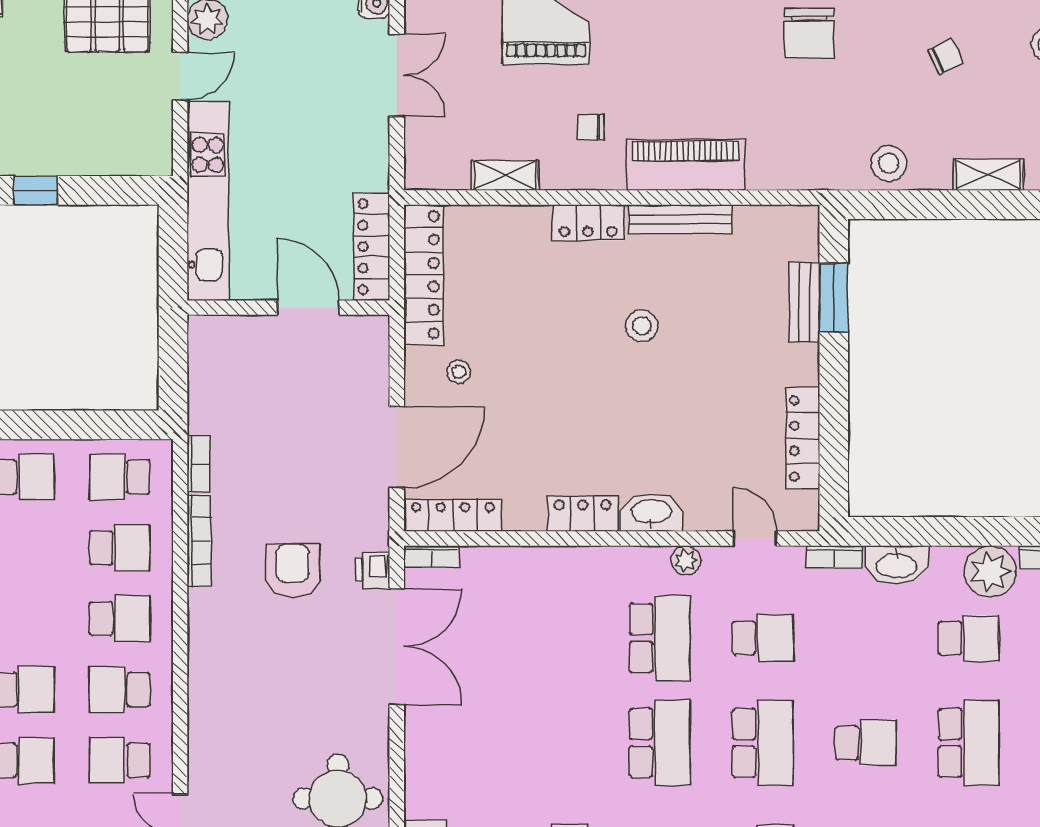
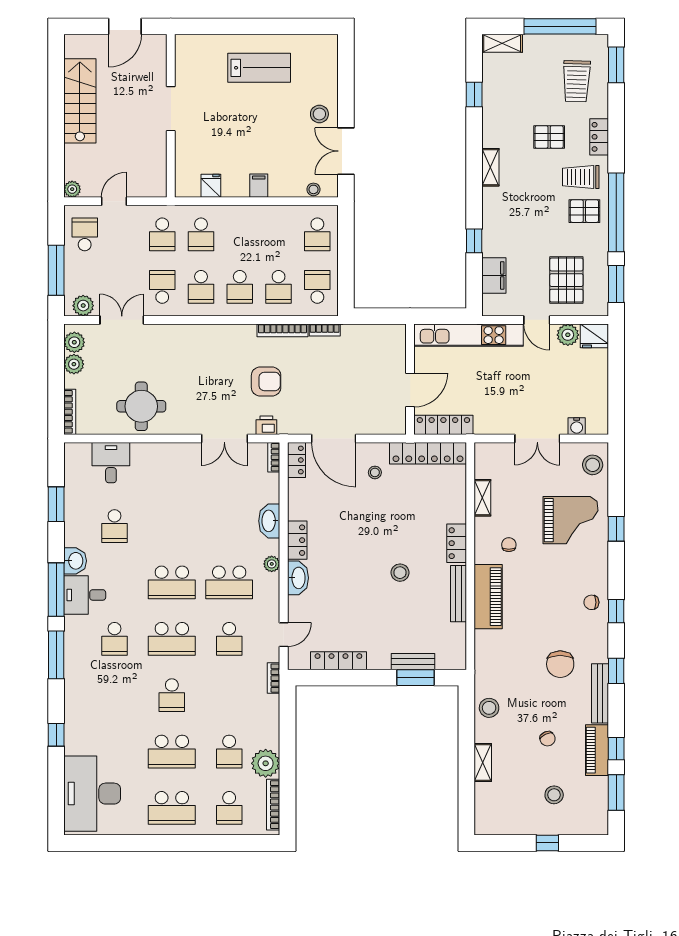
chair: (809, 33) -> (560, 664), turned -90
filing cabinet: (99, 154) -> (494, 275), added
locker: (453, 515) -> (296, 460), width x0.66
plant: (686, 560) -> (272, 564), moved
washbasin: (897, 565) -> (269, 521), moved
double door: (397, 647) -> (224, 439), width x0.73
school desk: (120, 690) -> (201, 287), turned 180

